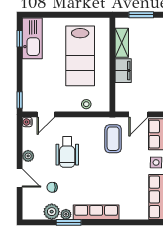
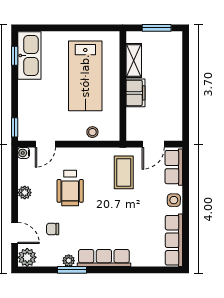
door: (20, 178) -> (15, 233), moved
plant: (52, 212) -> (27, 257), moved

